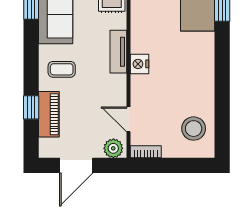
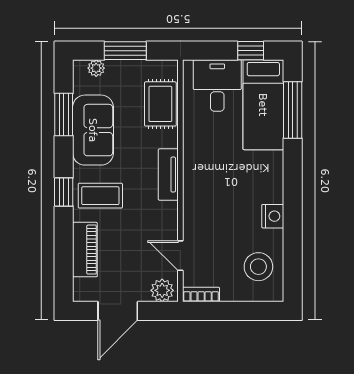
nightstand: (139, 64) -> (273, 216), moved, turned 180
coffee table: (62, 69) -> (100, 196), width x1.36, depth x1.30
window: (31, 107) -> (64, 192), moved

